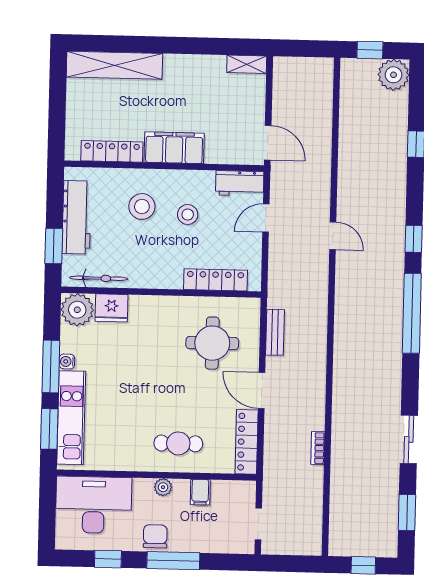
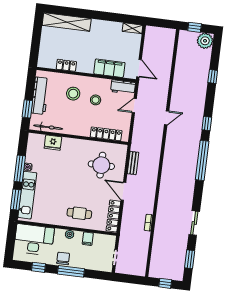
filing cabinet: (174, 148) -> (109, 68), moved
locker: (112, 151) -> (66, 65), width x0.66
door: (333, 236) -> (167, 118), hinge flipped
plant: (77, 310) -> (36, 142), removed

